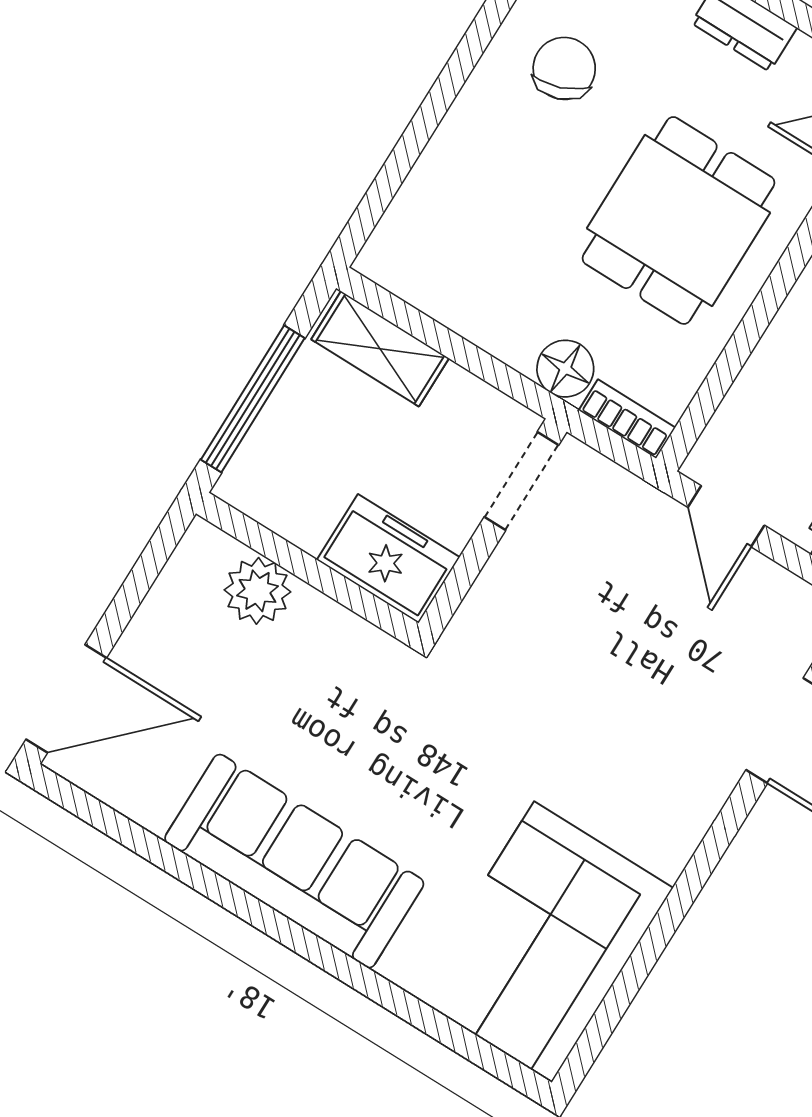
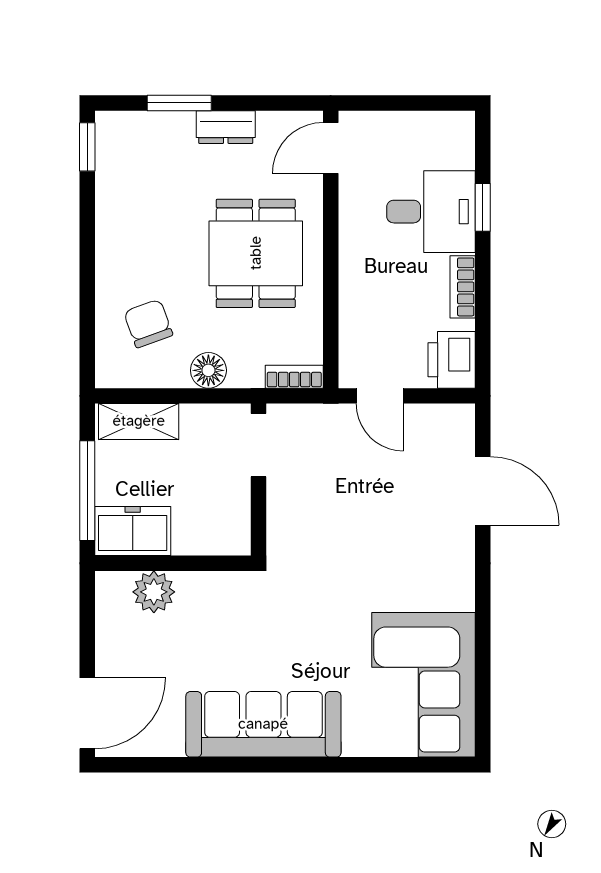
chair: (564, 68) -> (148, 323), moved
floor lamp: (565, 369) -> (208, 370), moved
freezer: (388, 559) -> (133, 531), moved

